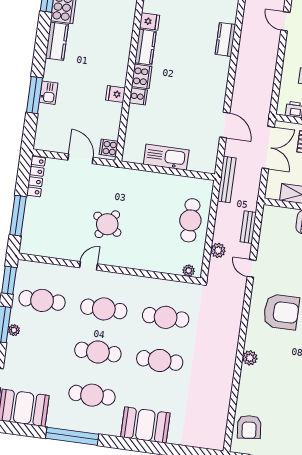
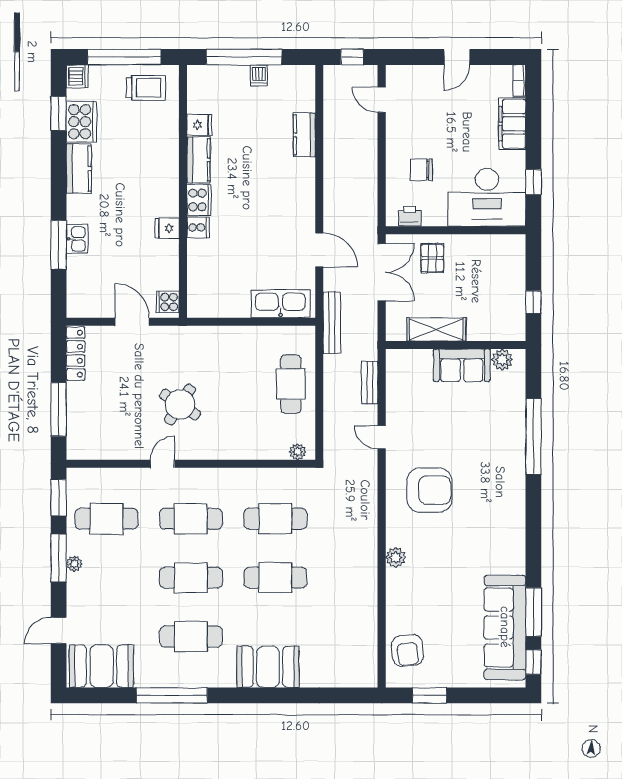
kitchen sink: (166, 157) -> (280, 304), moved
plant: (218, 250) -> (333, 419), removed

